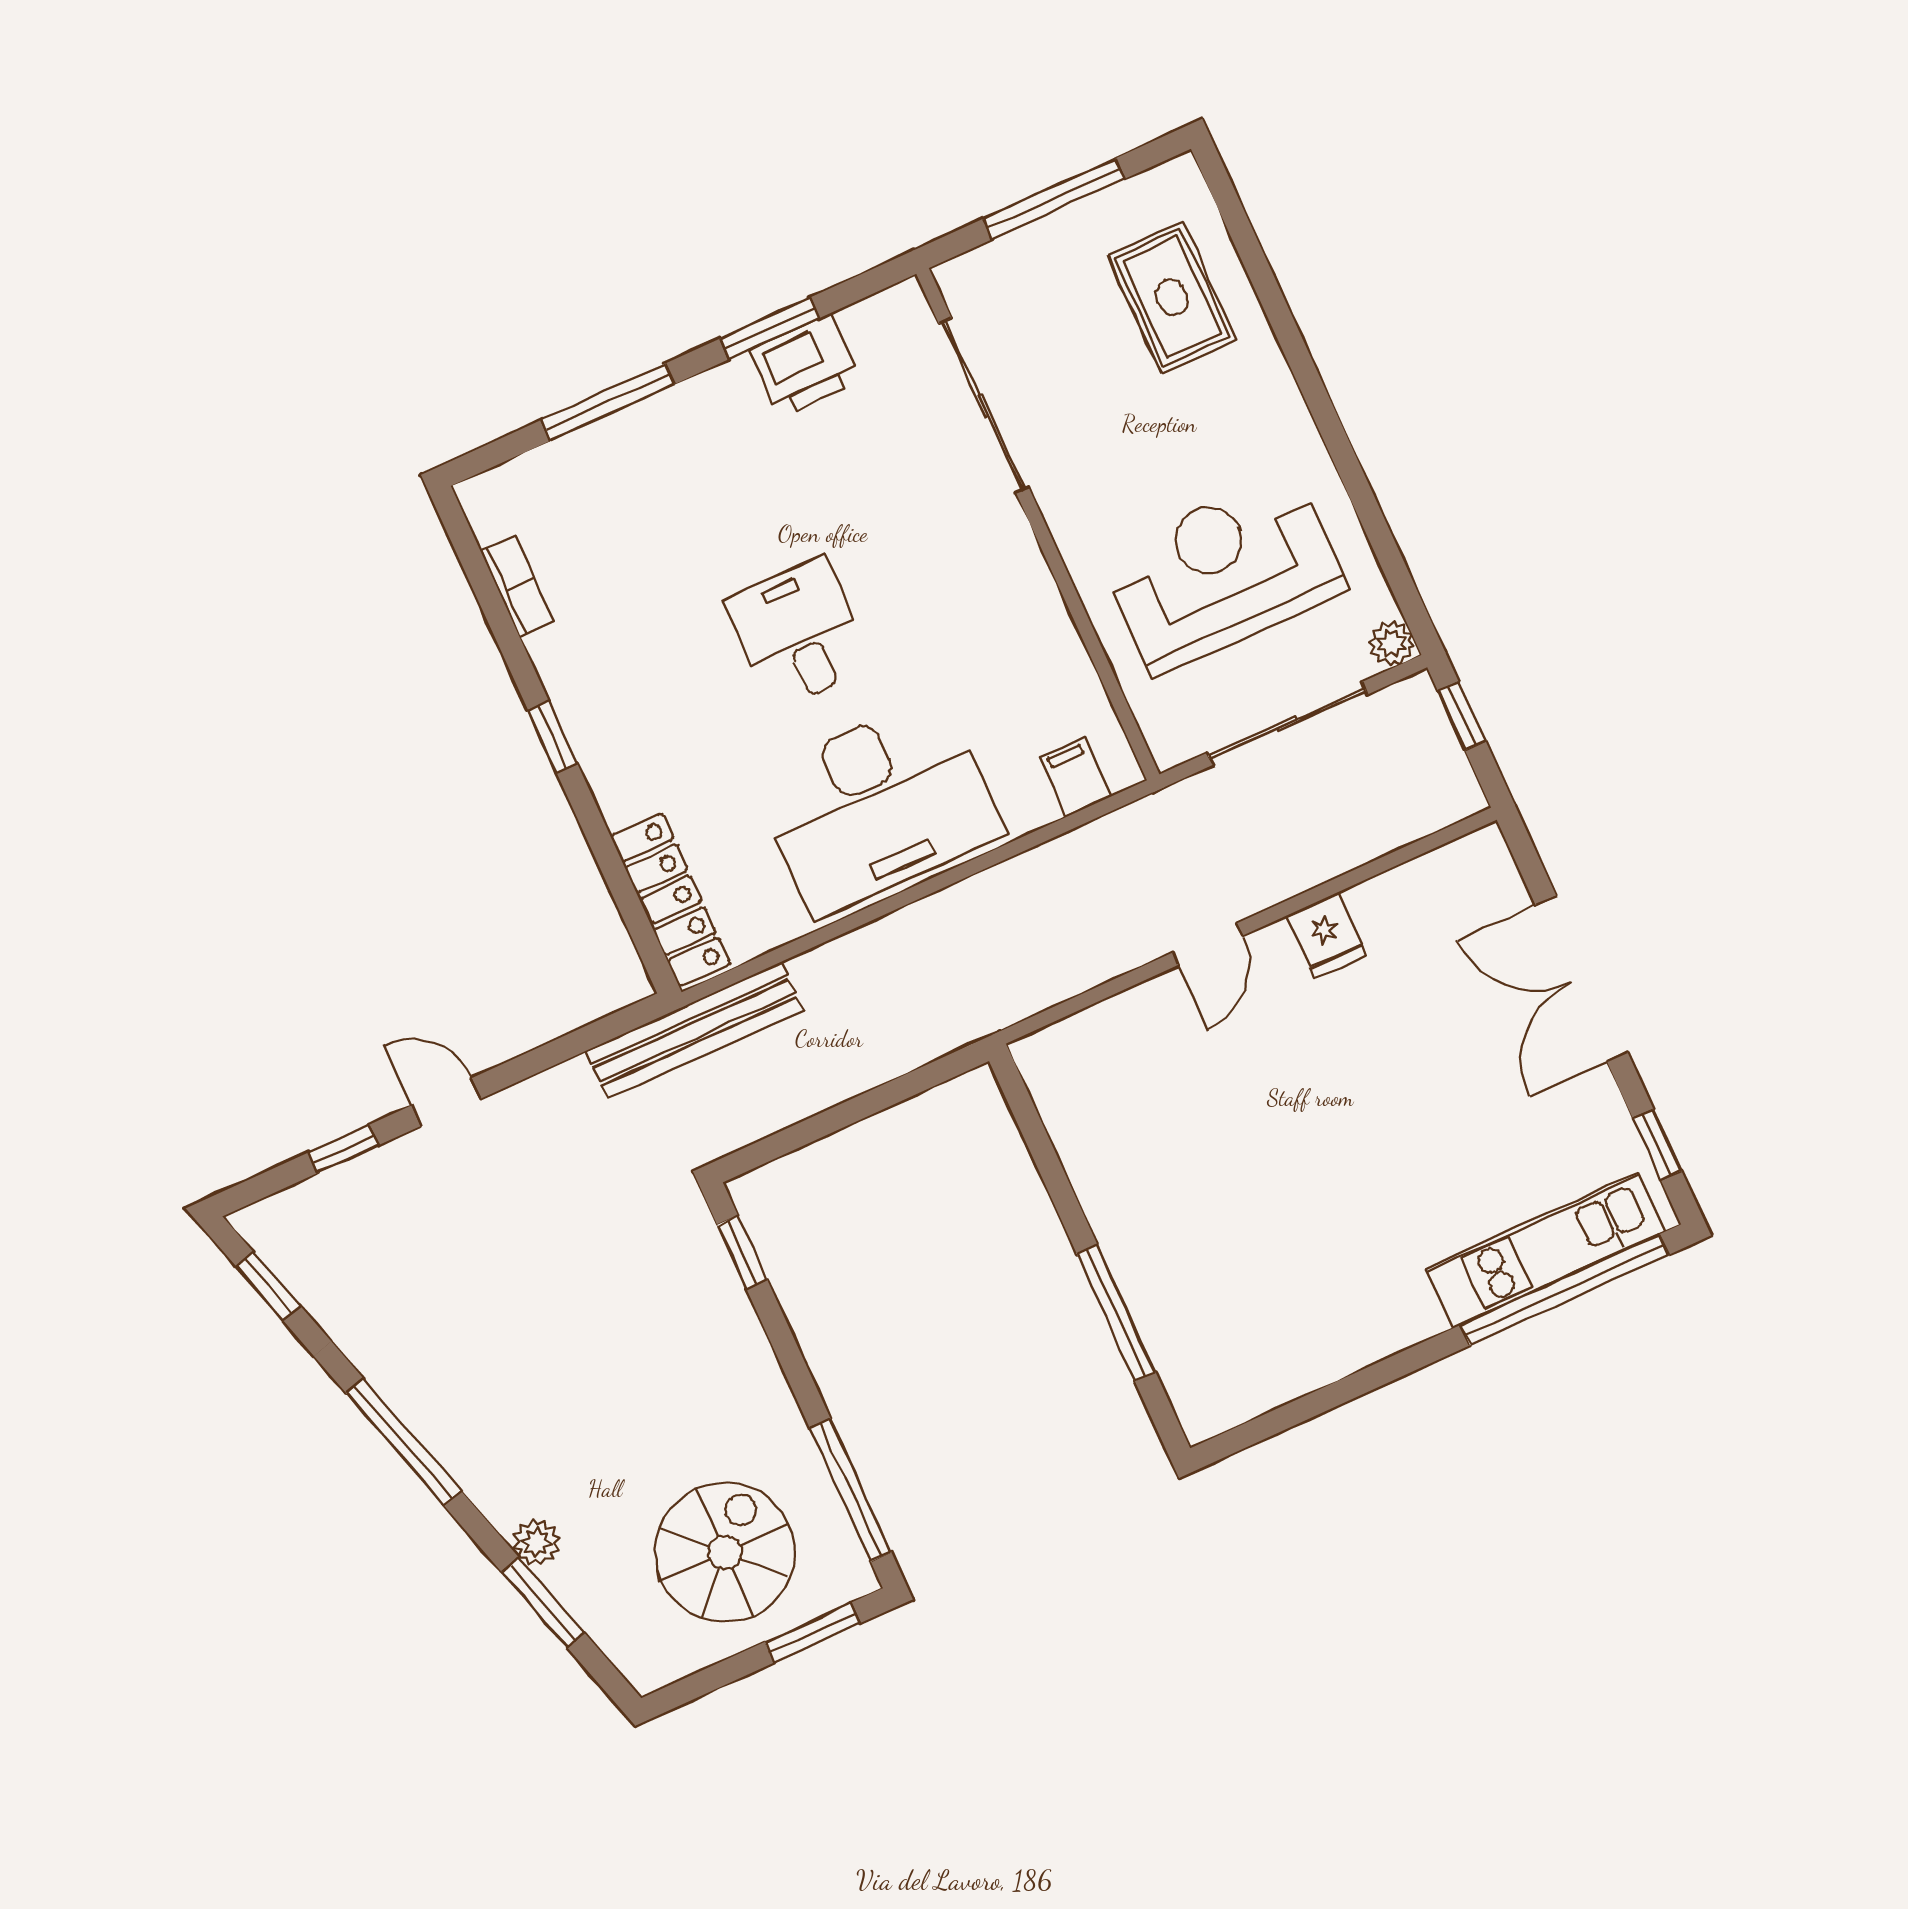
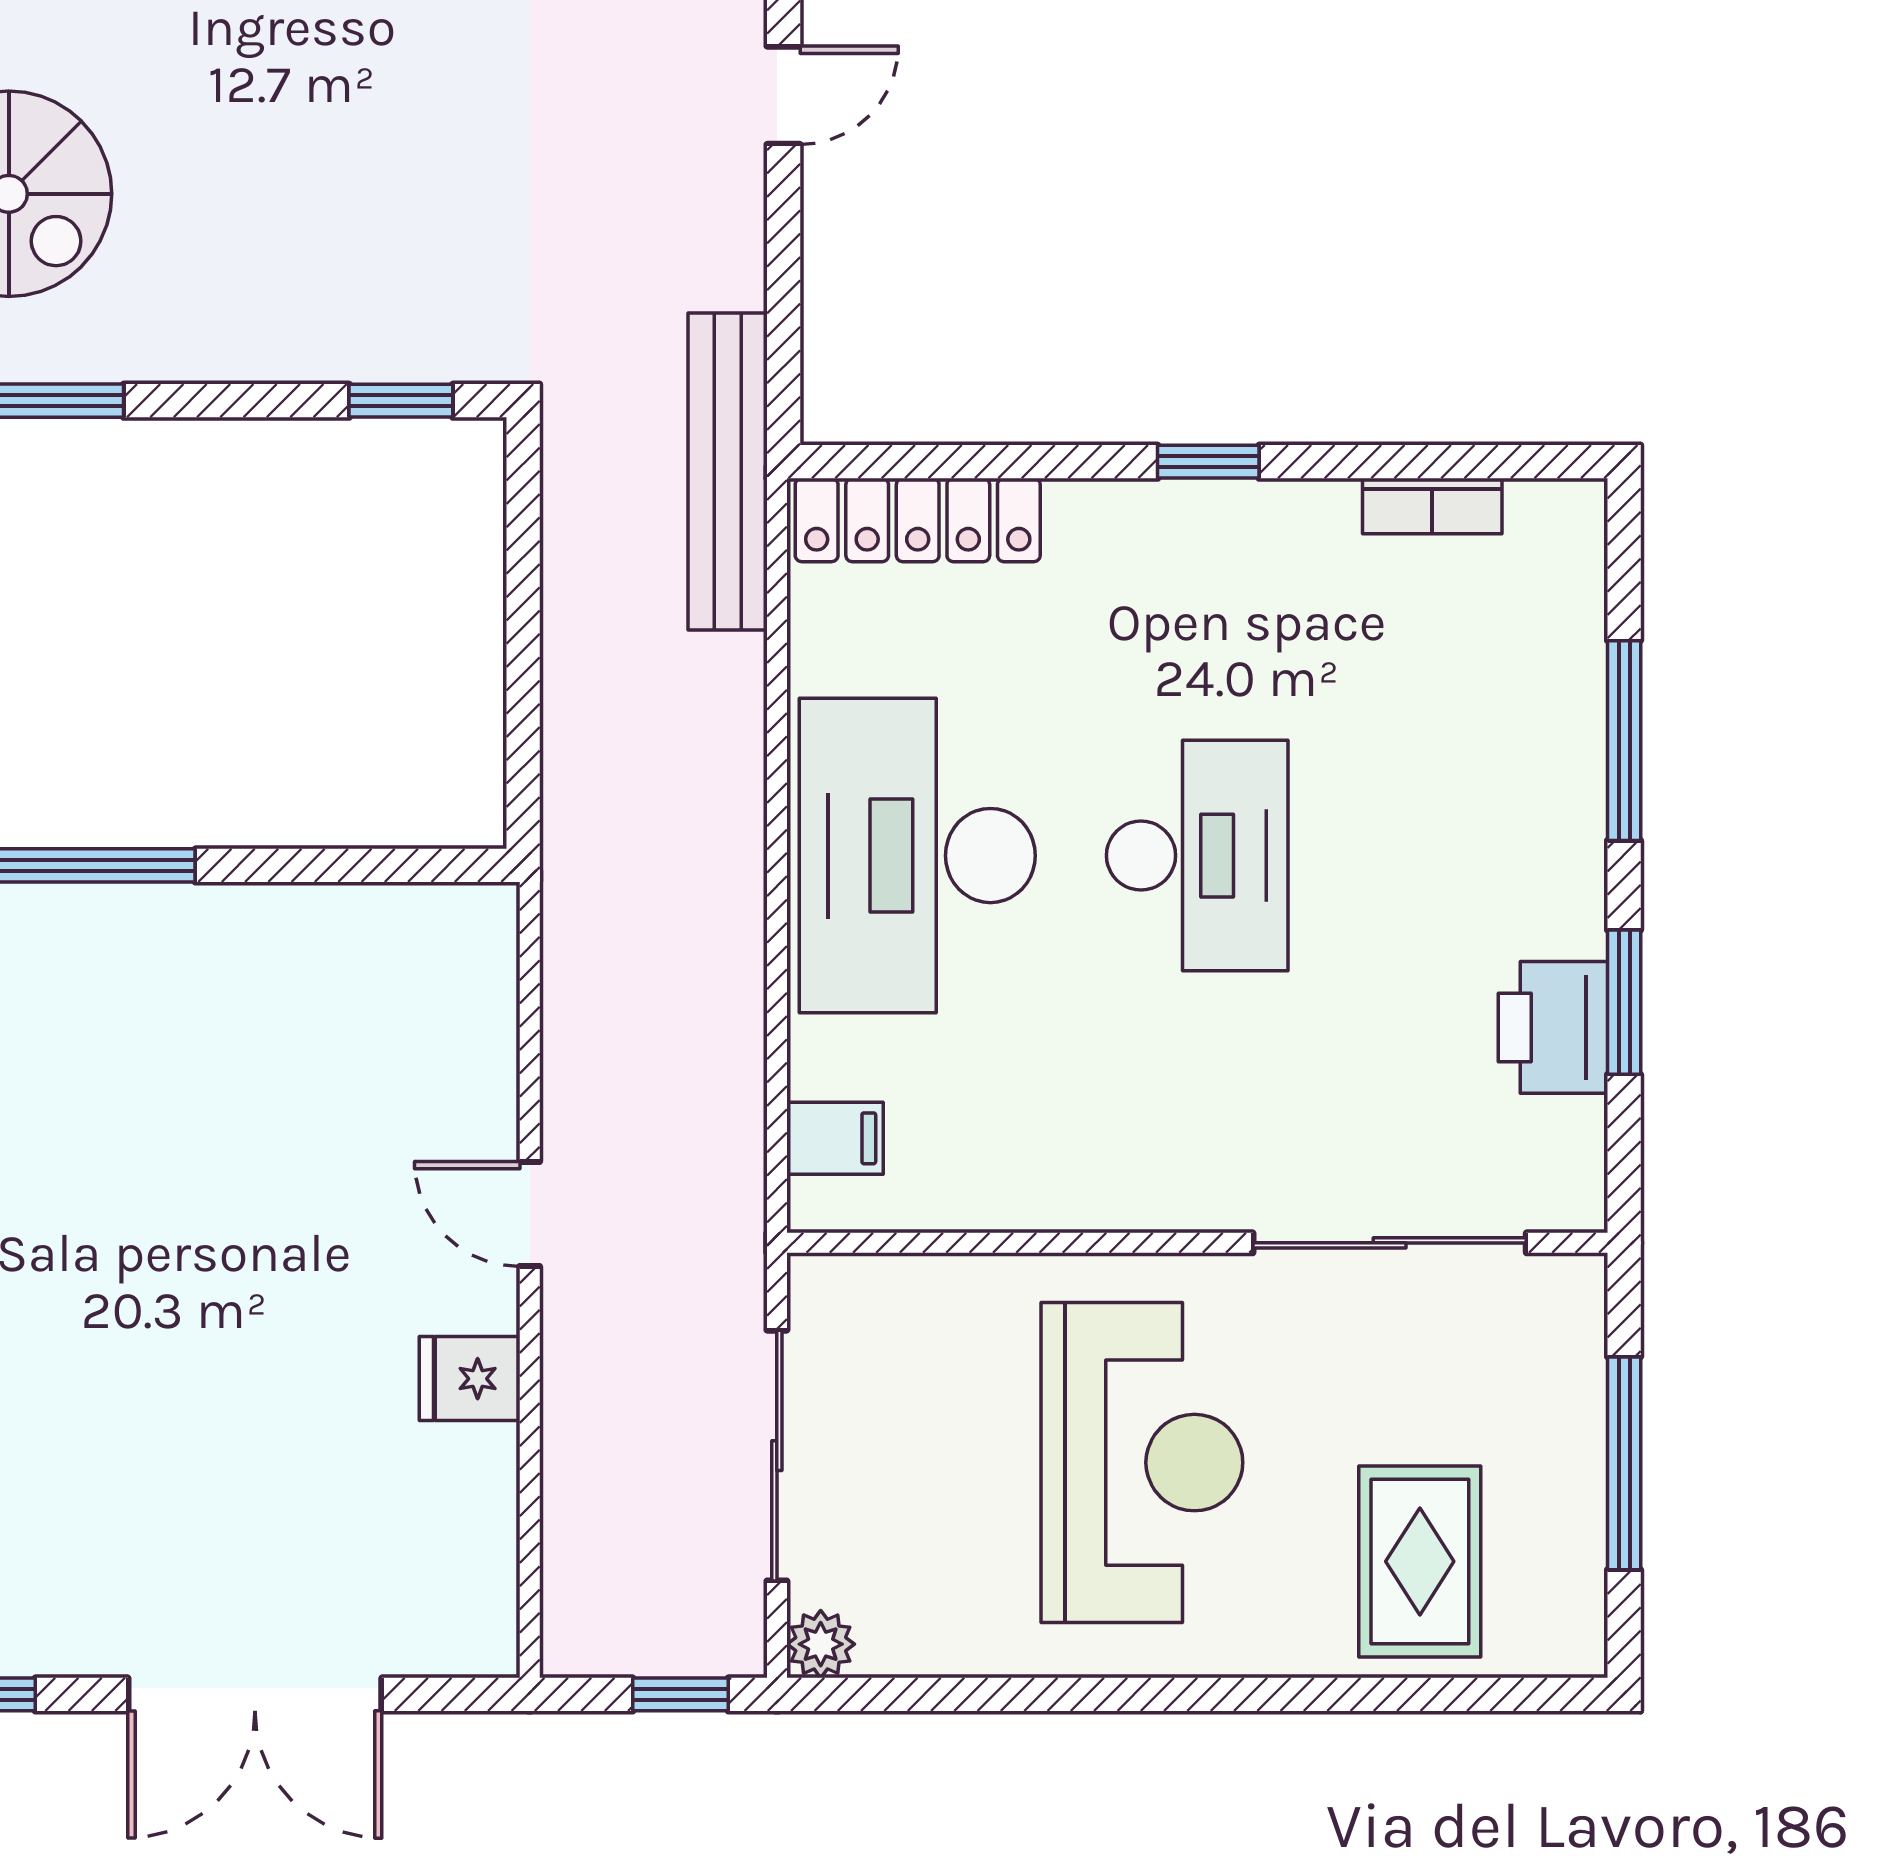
rug: (1172, 297) -> (1420, 1561), turned 90
reception desk: (1223, 573) -> (1142, 1463), moved
desk: (799, 633) -> (1197, 856), width x1.37
double door: (1581, 979) -> (255, 1694), swing flipped

